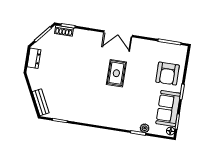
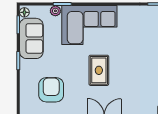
armchair: (168, 74) -> (51, 90), moved
corner sofa: (118, 112) -> (89, 25), added

